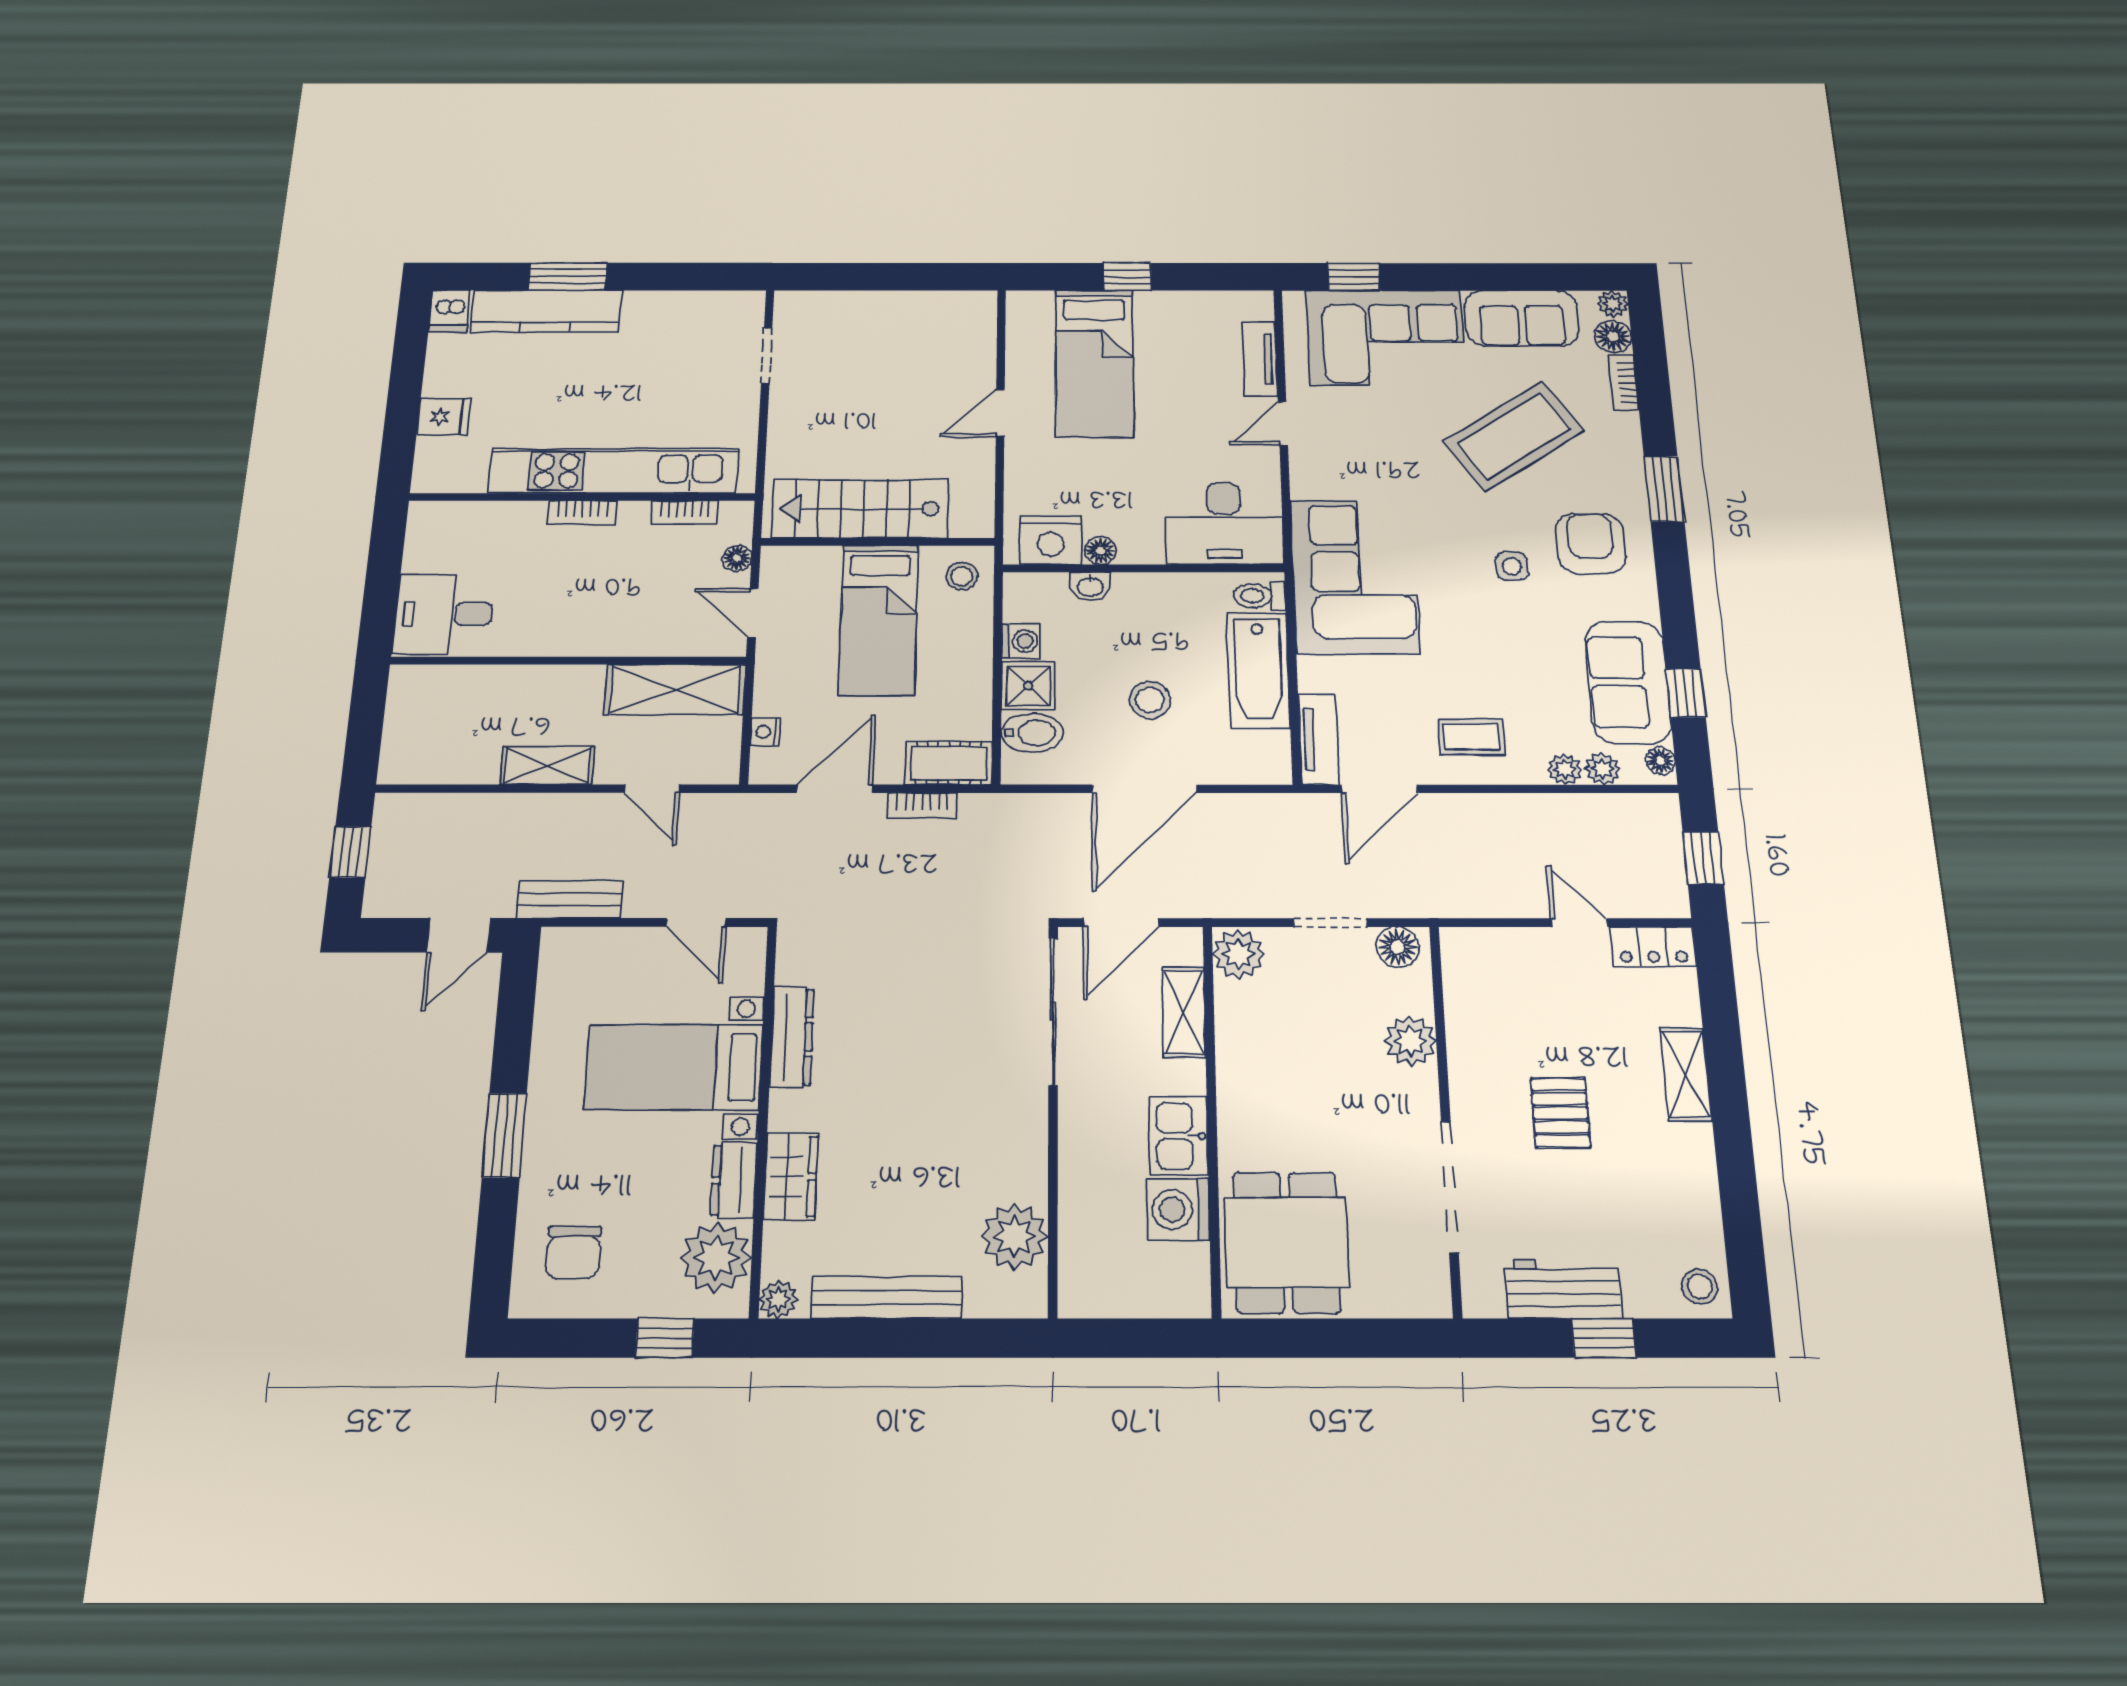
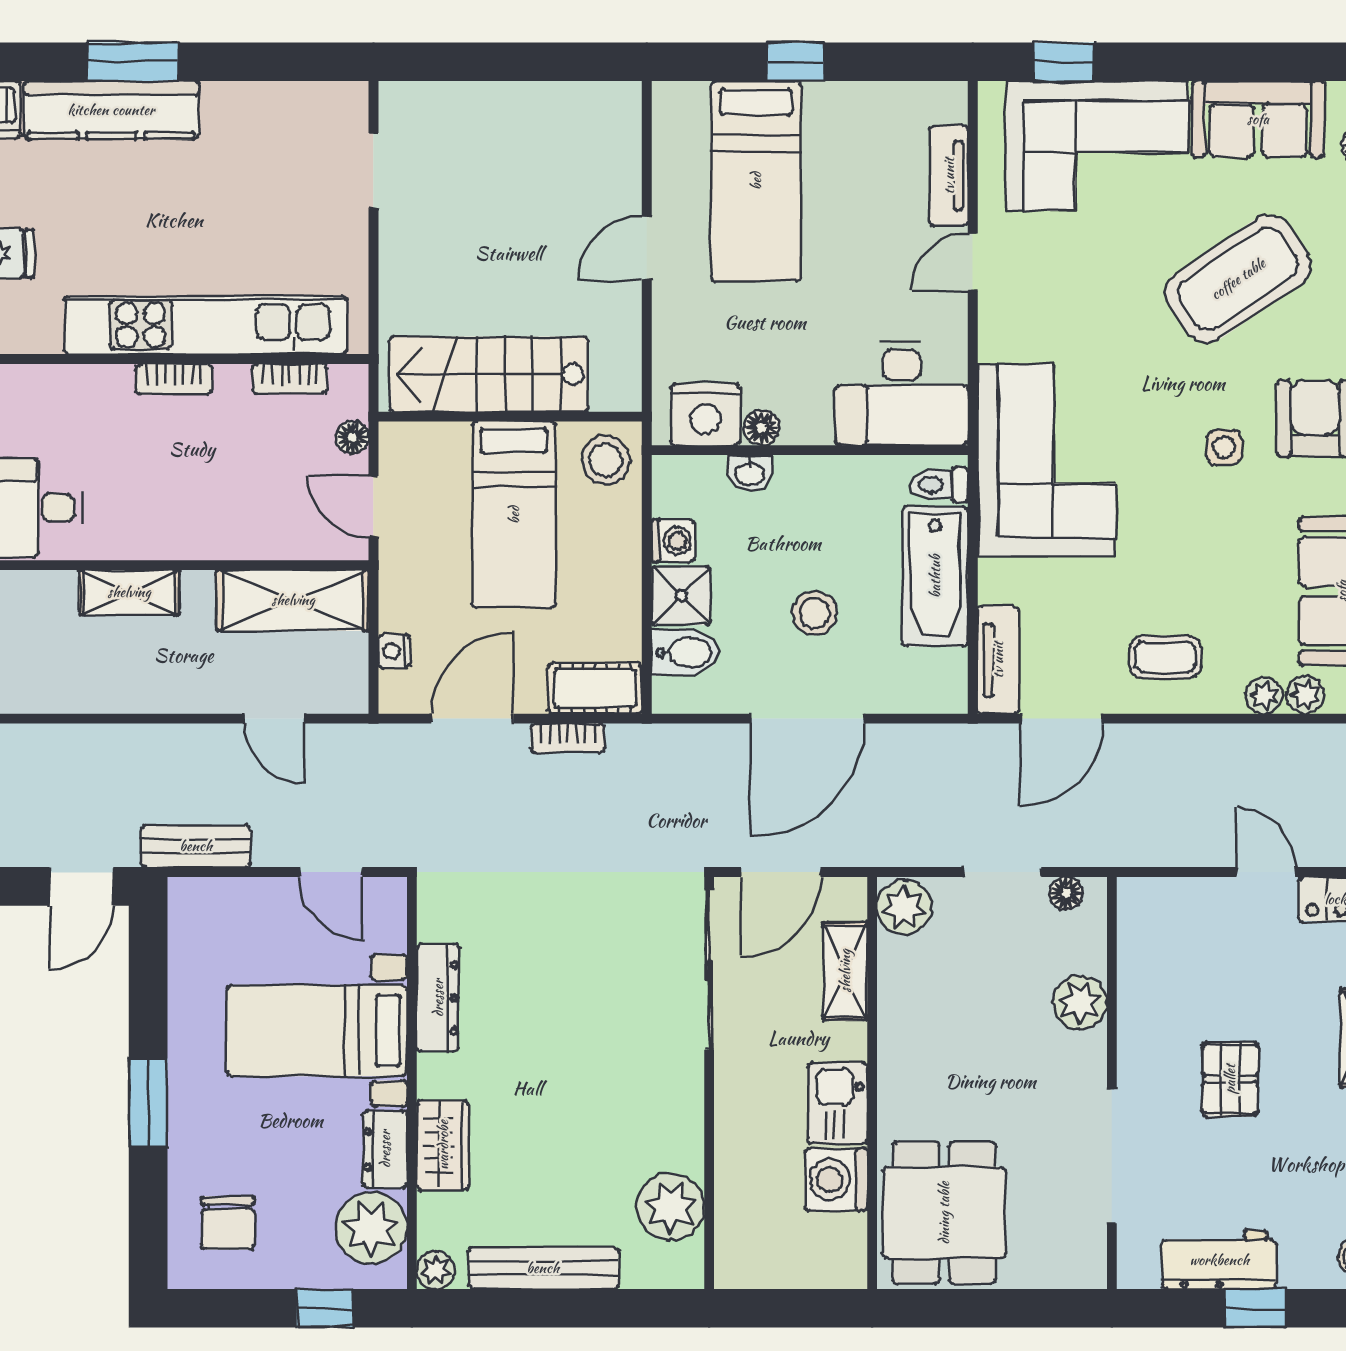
stool: (962, 576) -> (606, 460), width x1.37, depth x1.37
shelving: (547, 766) -> (129, 592), moved
floor lamp: (1398, 947) -> (1066, 893), width x0.73, depth x0.73

